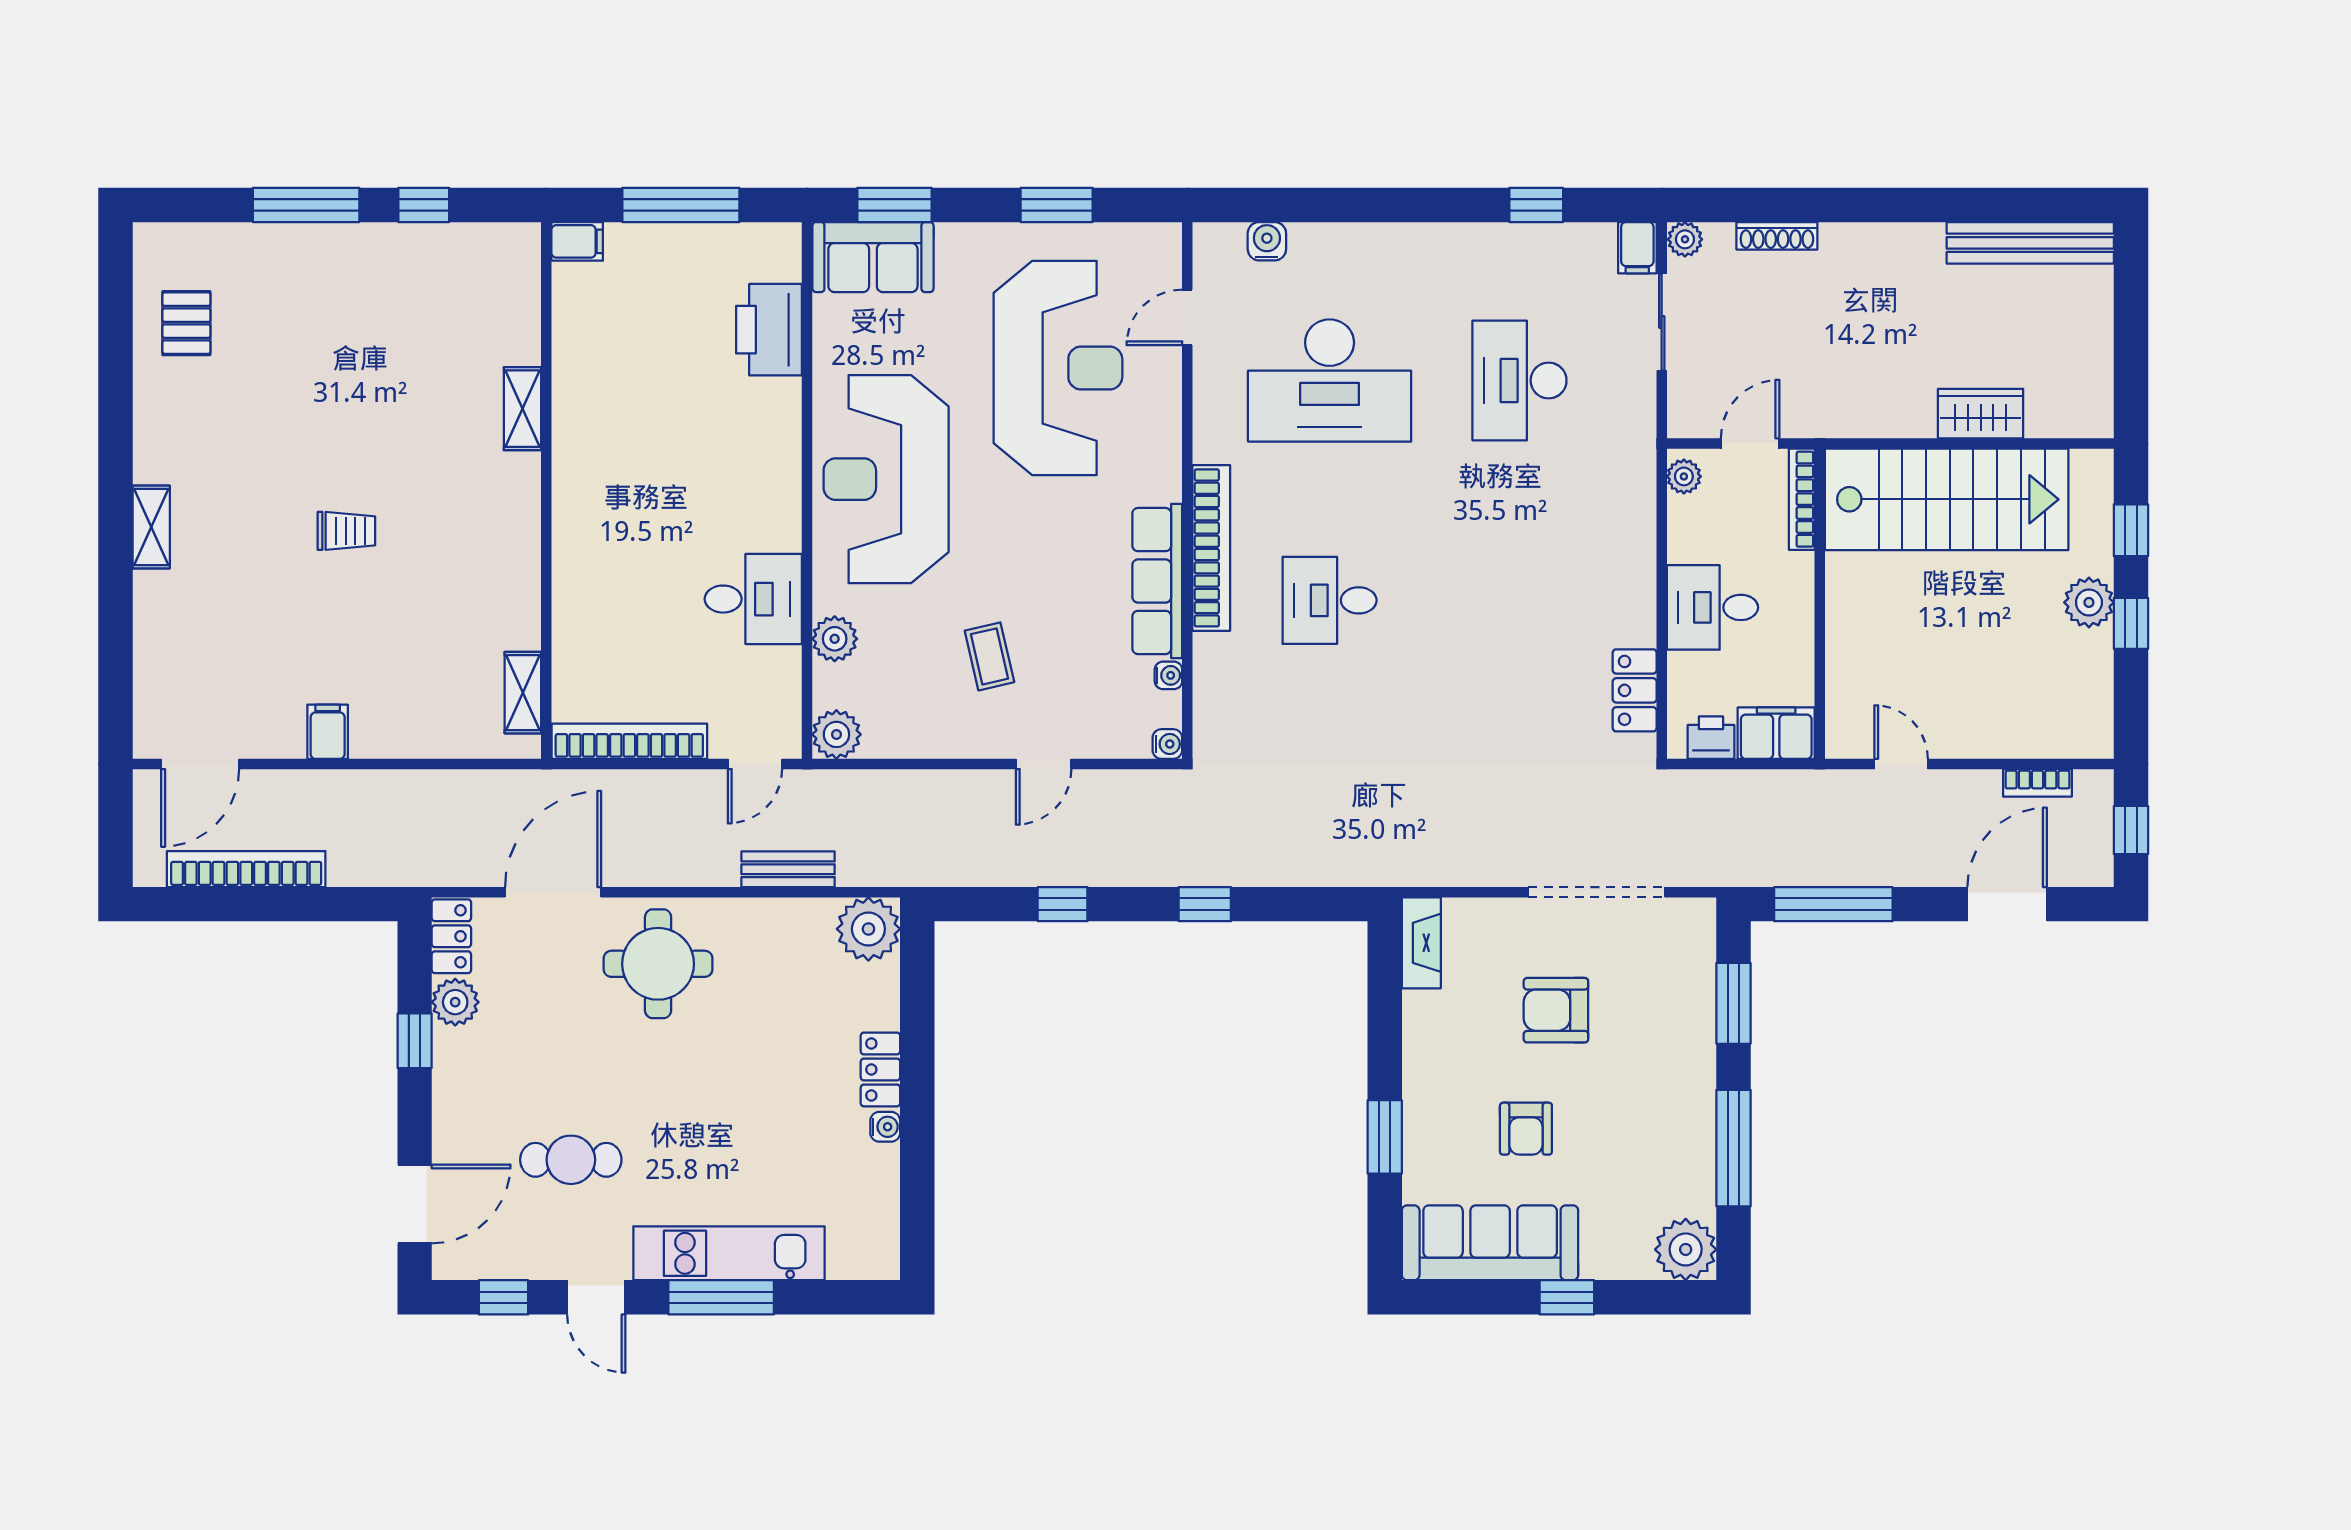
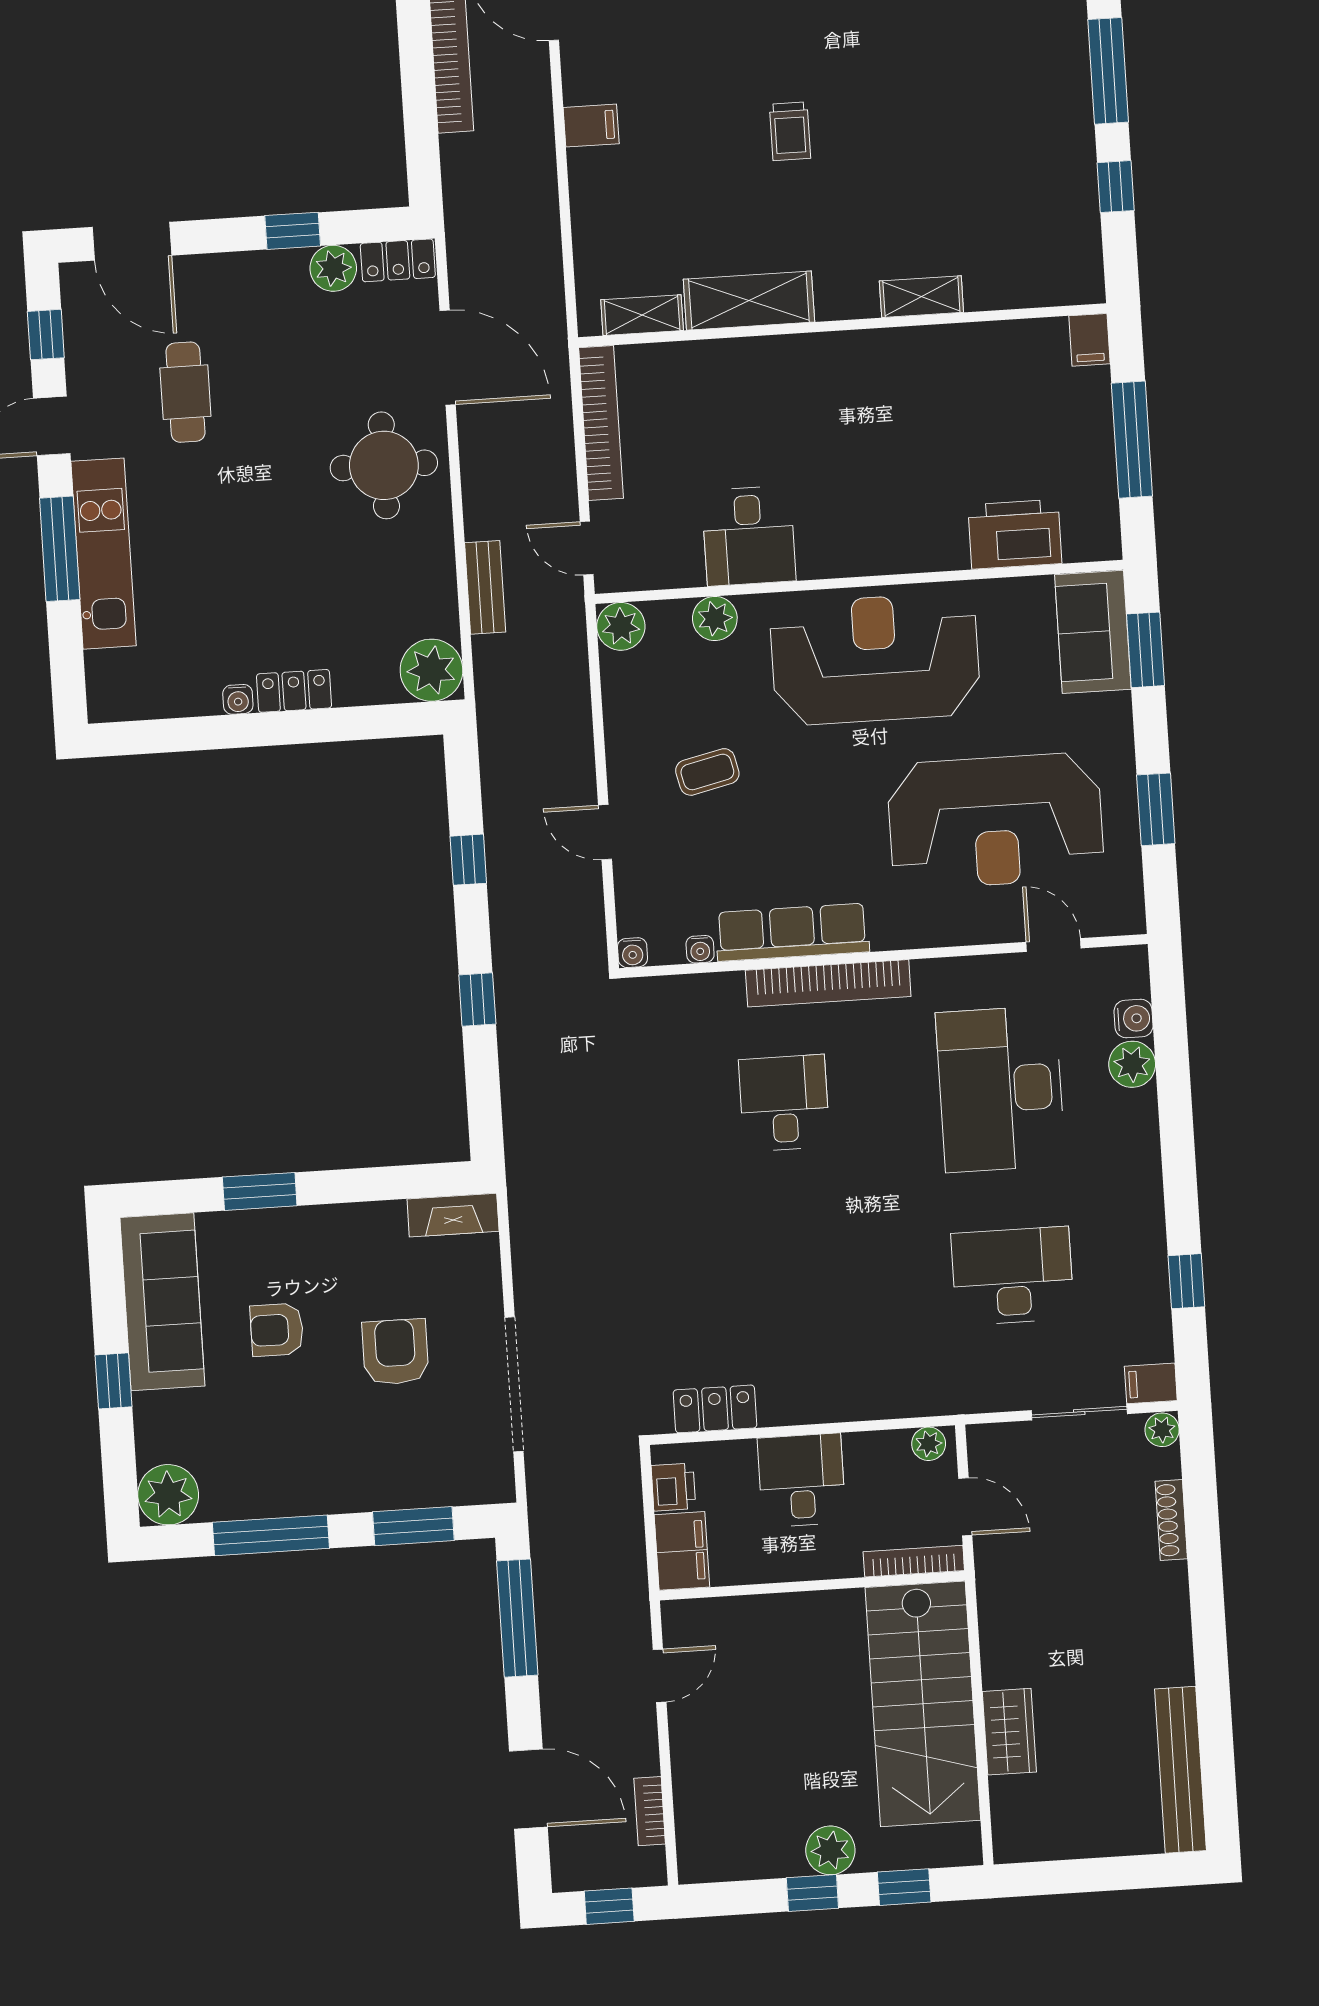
plant: (1313, 246) -> (1132, 1064), added
shelving: (515, 583) -> (749, 301), added

